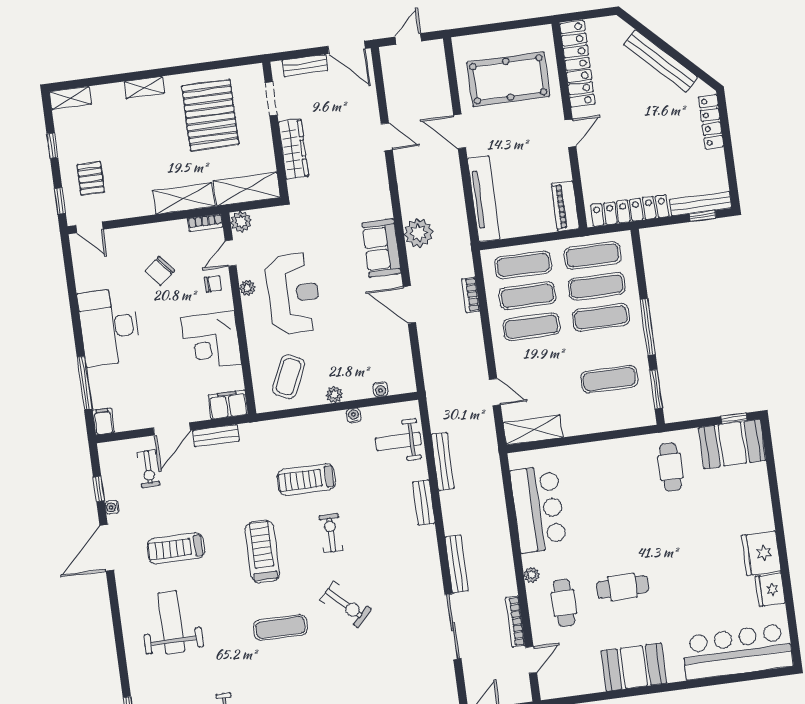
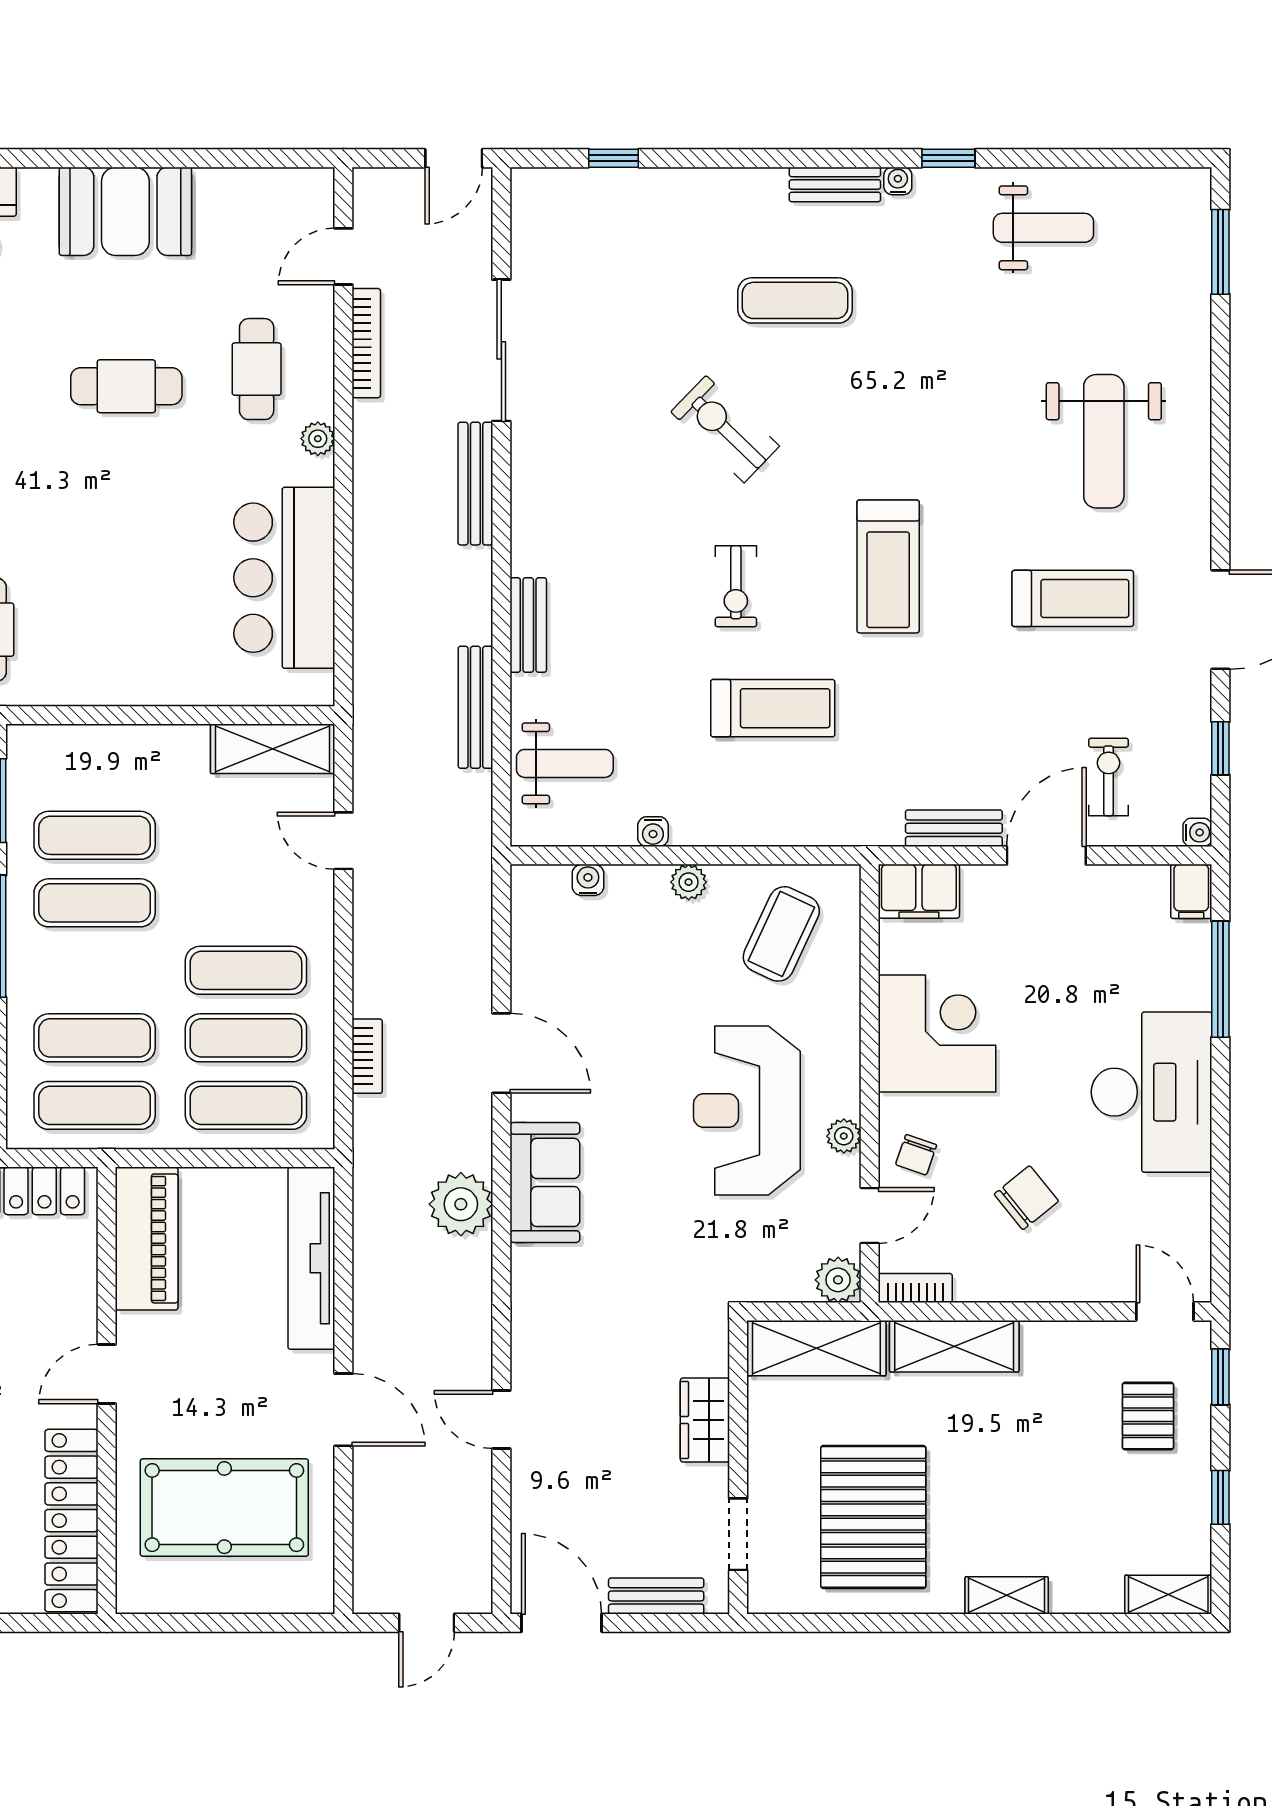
wardrobe: (293, 149) -> (705, 1420), width x0.67
piano: (565, 206) -> (147, 1238), width x1.37, depth x1.33
chair: (213, 284) -> (916, 1155), turned -71
exercise mat: (601, 317) -> (95, 903), moved
water cooler: (112, 507) -> (1197, 832), moved
exercise mat: (280, 627) -> (795, 300), moved

